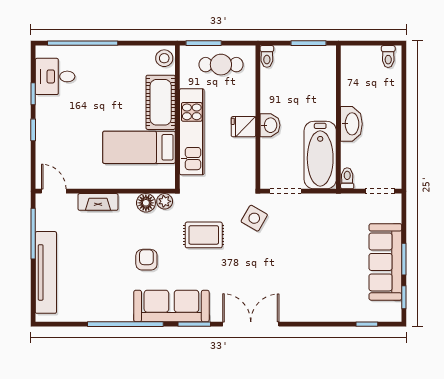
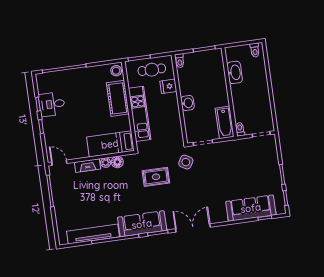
desk: (55, 76) -> (52, 104), moved
washbasin: (351, 124) -> (235, 72), moved
fridge: (243, 127) -> (168, 86), moved
bed: (139, 147) -> (110, 144), moved
bathtub: (320, 155) -> (225, 122), width x0.73, depth x0.73
plant: (165, 201) -> (106, 163), moved
armchair: (146, 260) -> (123, 197), removed
sofa: (385, 262) -> (251, 208), moved, turned 90
tv unit: (46, 272) -> (93, 234), moved, turned -90

